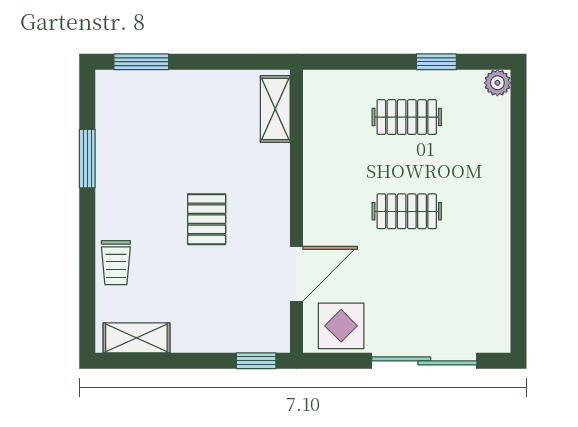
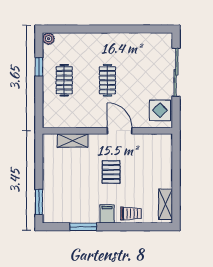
shelving: (275, 109) -> (73, 141), moved
filing cabinet: (115, 210) -> (107, 214), added
pallet: (207, 219) -> (111, 172), turned 90
door: (297, 274) -> (120, 131), moved
window: (256, 361) -> (176, 149), removed

